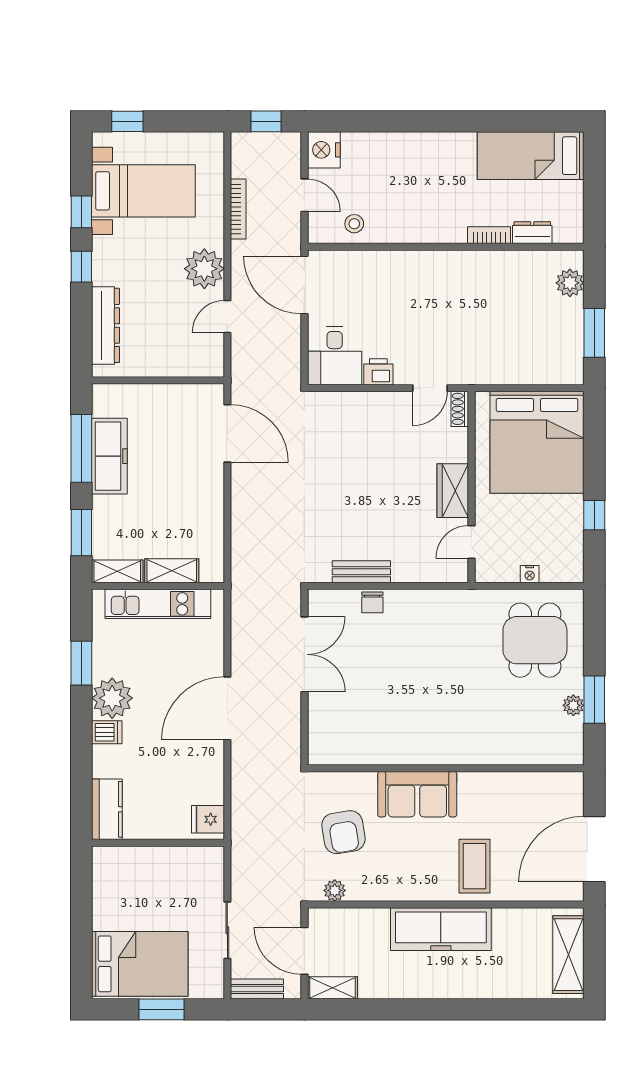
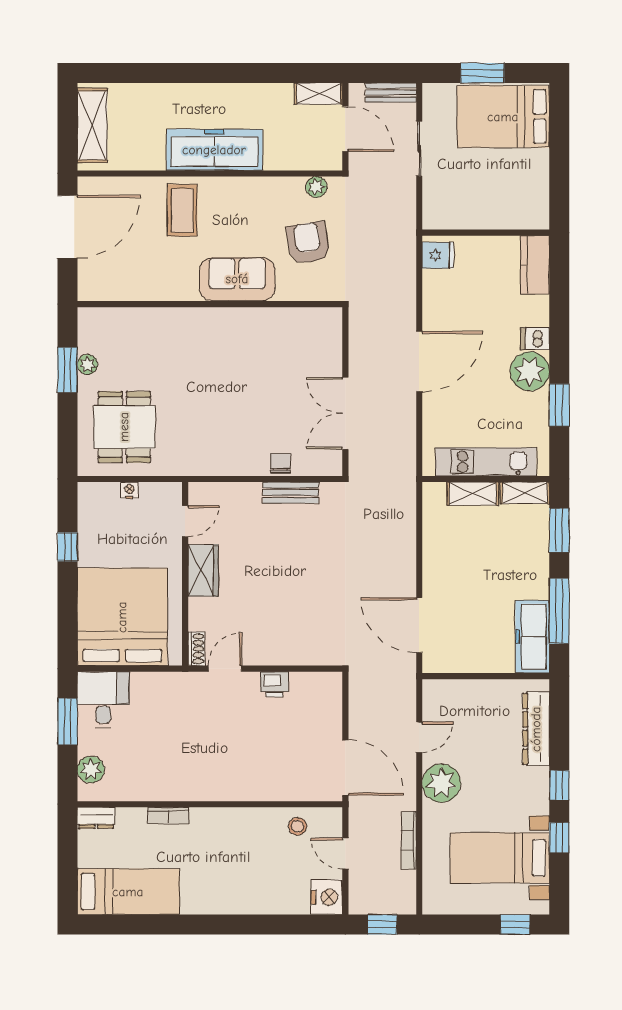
dresser: (532, 233) -> (96, 818), moved
desk: (335, 356) -> (103, 700), moved
freezer: (109, 456) -> (532, 637), moved

